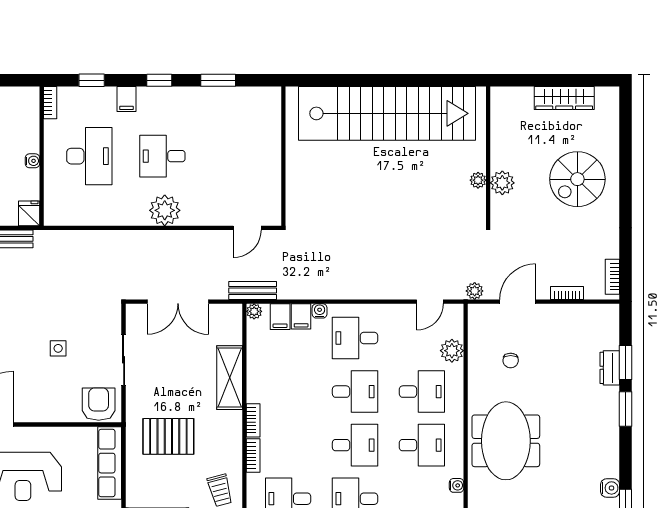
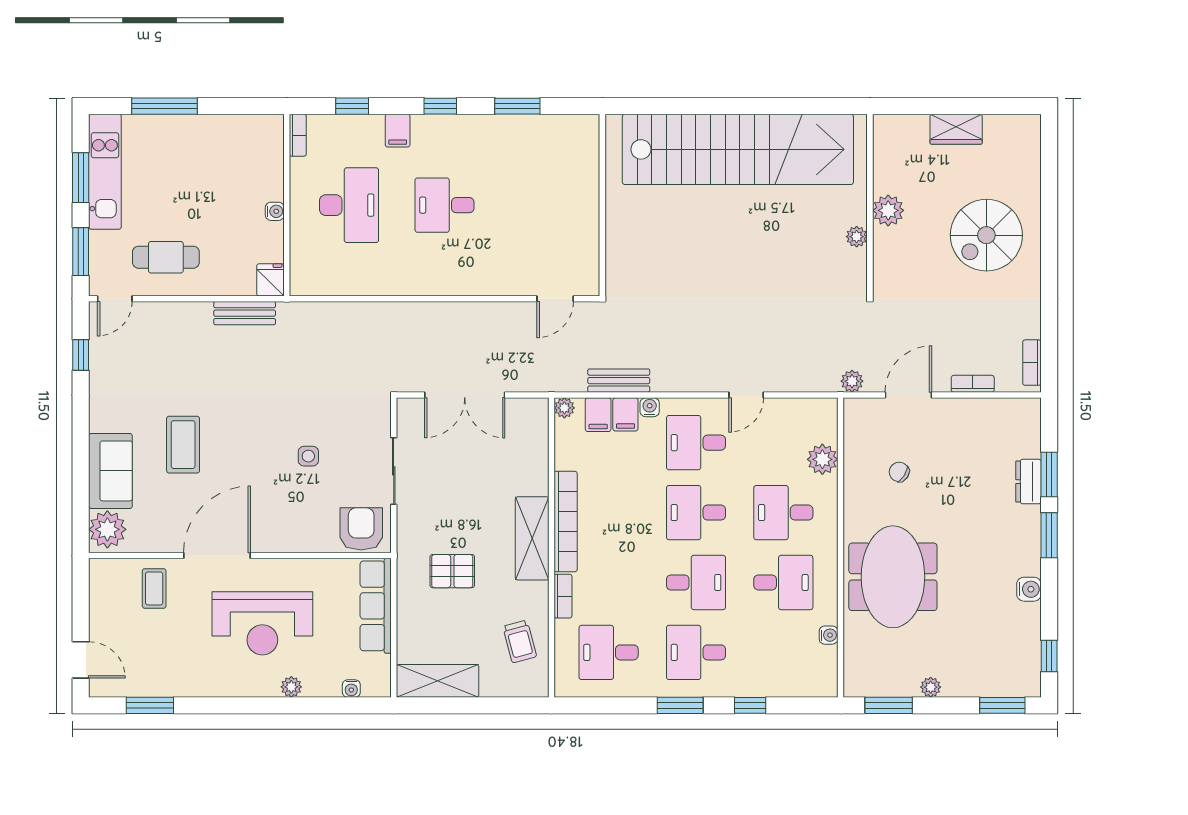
wardrobe: (564, 98) -> (956, 129), width x0.67
plant: (502, 183) -> (888, 210), moved
plant: (165, 210) -> (448, 276), removed
bench: (253, 290) -> (619, 381), moved
door: (430, 302) -> (746, 395), moved
chair: (511, 361) -> (899, 472), turned 121
shelving: (230, 378) -> (532, 538), moved
desk: (355, 392) -> (696, 513), turned 180
desk: (422, 392) -> (783, 513), turned 180
bookcase: (253, 420) -> (566, 522), width x2.31, depth x1.31
pallet: (168, 436) -> (452, 571), width x0.67, depth x0.71
water cooler: (610, 488) -> (1029, 589), moved

